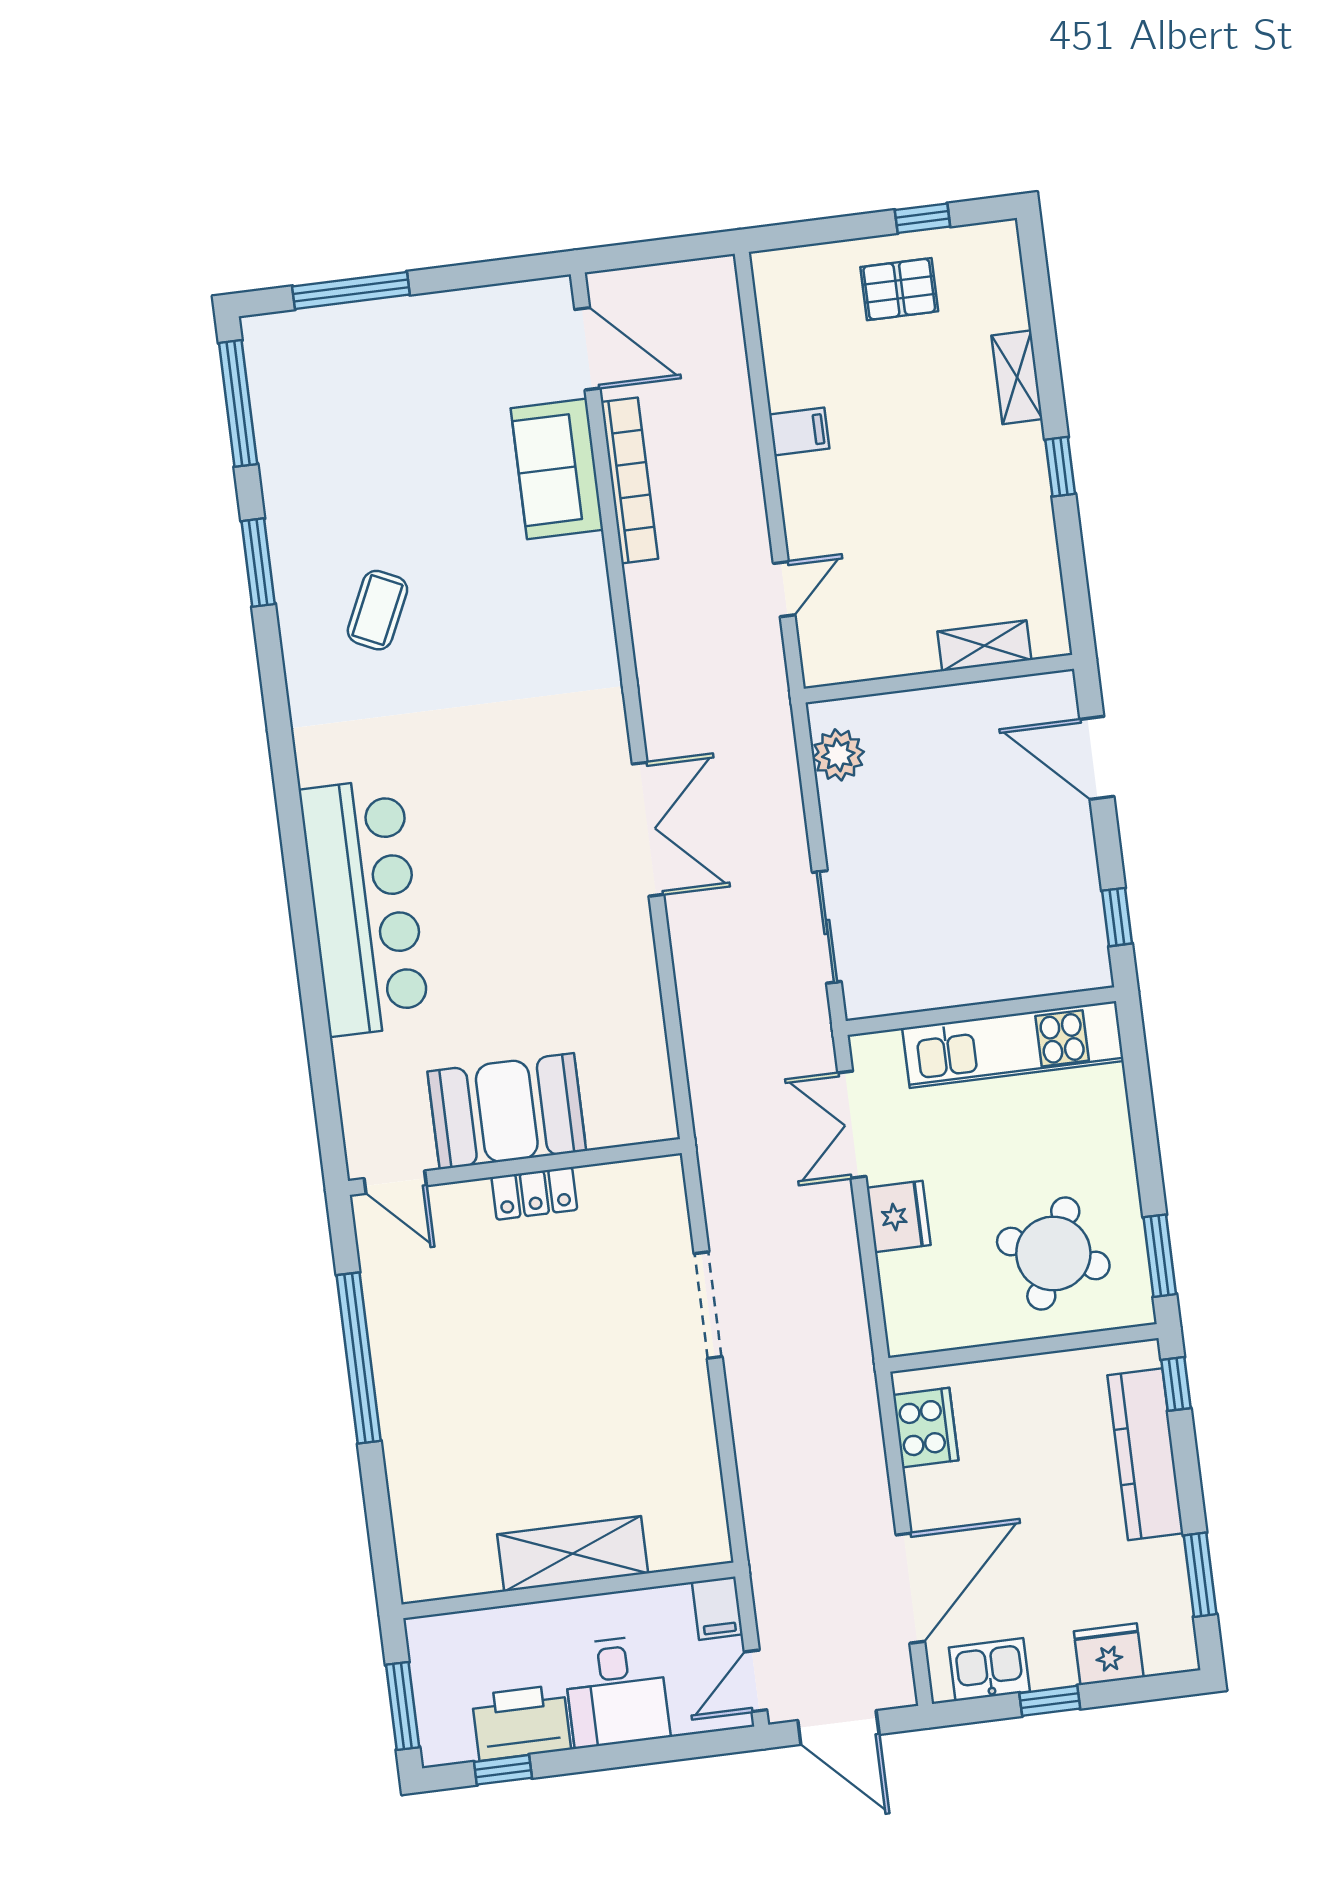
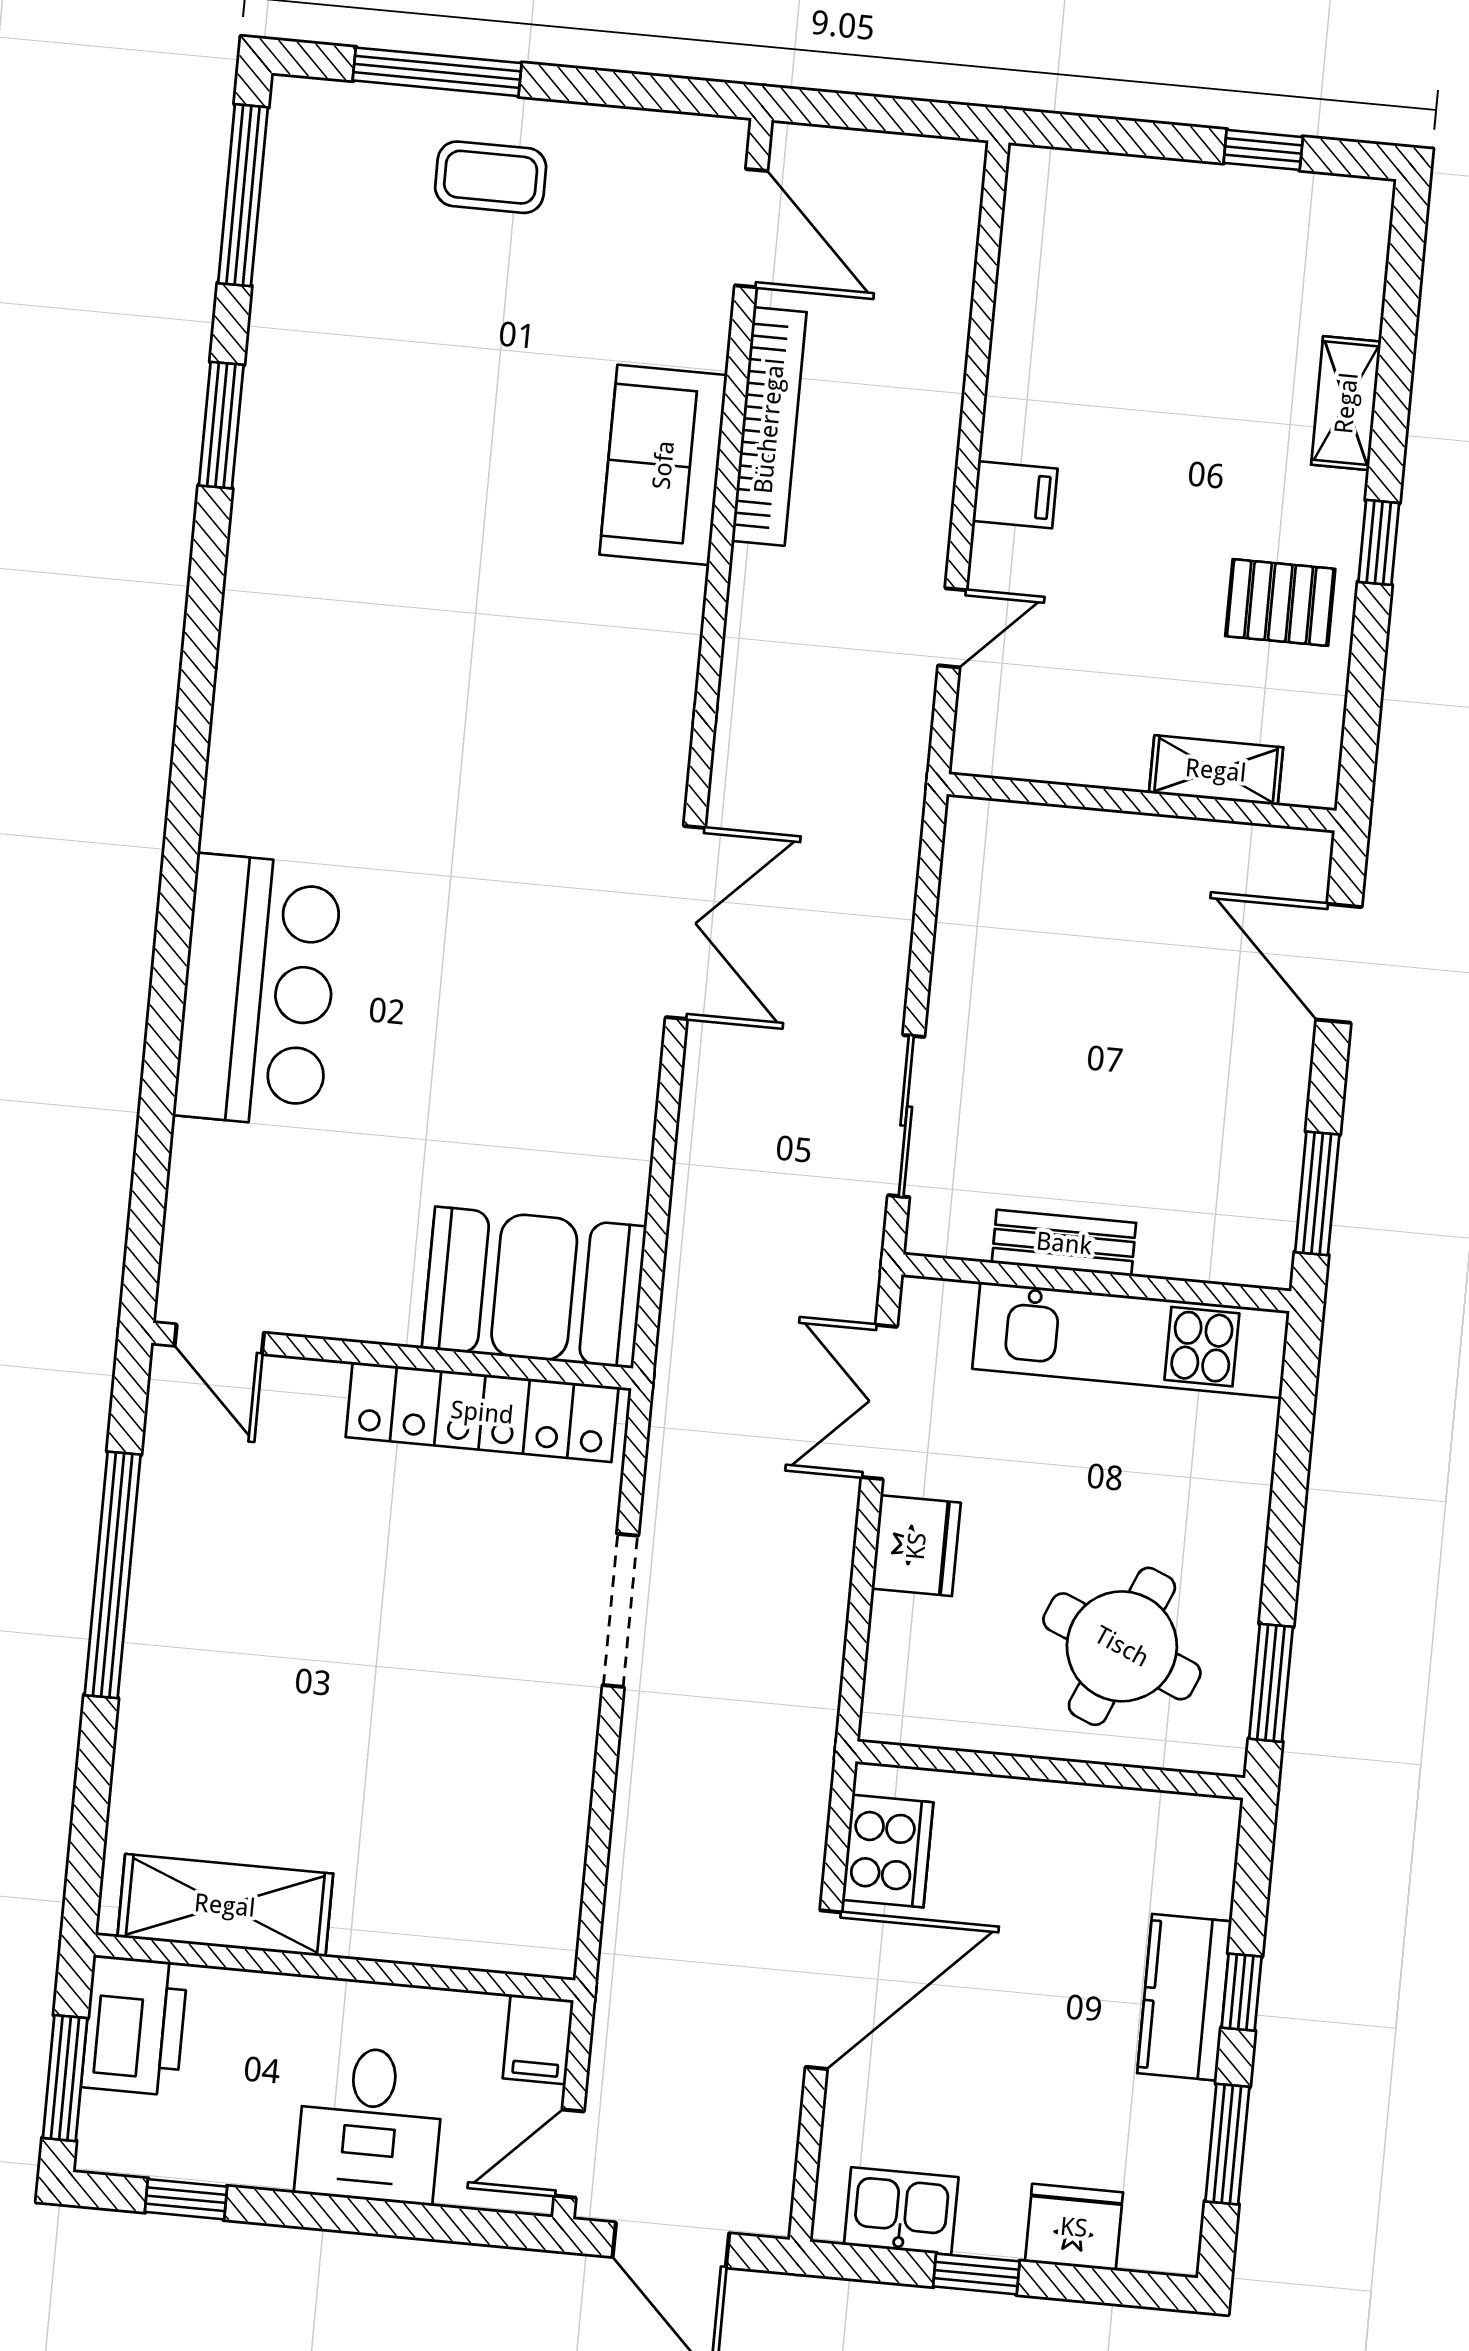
pallet: (899, 289) -> (1280, 603), moved
filing cabinet: (799, 432) -> (1015, 495), moved
sofa: (557, 469) -> (663, 465), moved
coffee table: (377, 610) -> (491, 177), moved, turned 65
plant: (838, 755) -> (976, 878), removed
bar counter: (365, 907) -> (258, 991), width x0.73
window: (1117, 917) -> (1317, 1193), width x1.50
bench: (953, 989) -> (1064, 1243), added
booth: (507, 1111) -> (534, 1287), moved
locker: (534, 1193) -> (482, 1412), width x2.16, depth x1.21
window: (1176, 1384) -> (1242, 1992), moved
kitchen counter: (1145, 1454) -> (1184, 1997), width x0.67
shelving: (573, 1554) -> (225, 1905), moved
door: (910, 1588) -> (824, 1990), moved
printer: (521, 1723) -> (135, 2025), moved, turned 90

